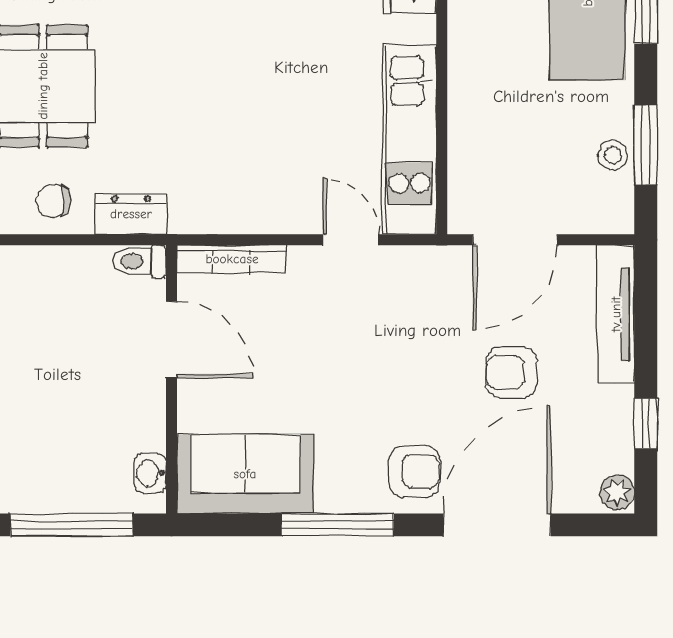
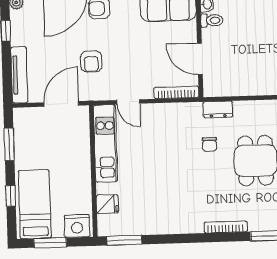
stool: (613, 155) -> (22, 140), removed
chair: (54, 201) -> (209, 144), moved, turned 90
toilet: (139, 262) -> (212, 20), moved
armchair: (512, 372) -> (91, 61), moved, turned 90

